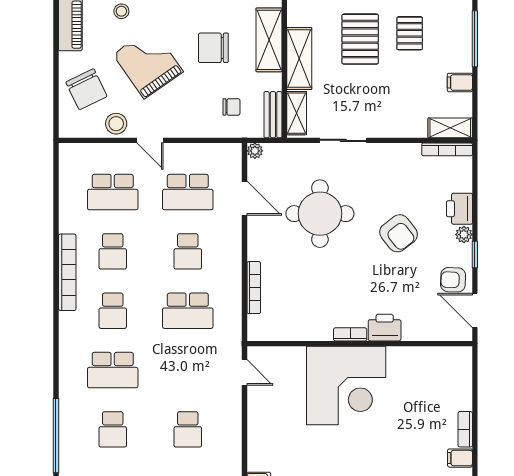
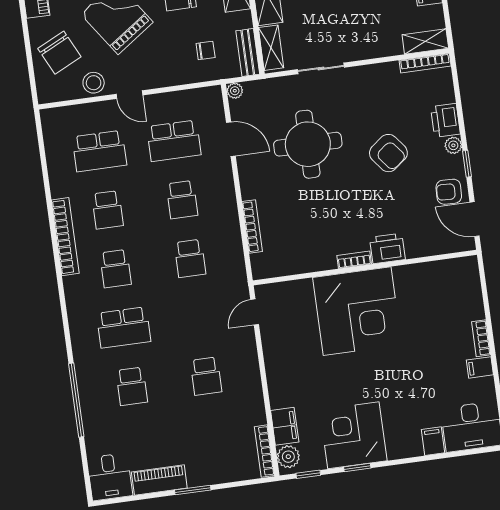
school desk: (188, 311) -> (190, 258), width x0.54
door: (244, 373) -> (255, 312), swing flipped

